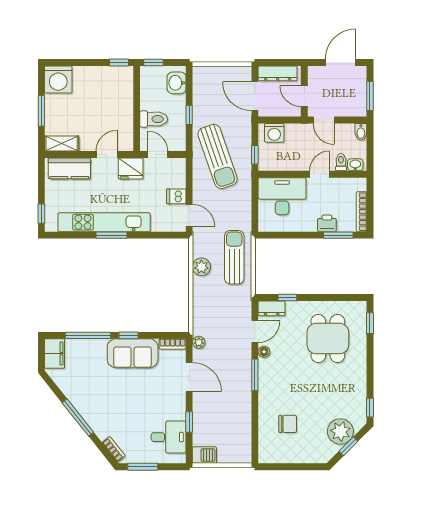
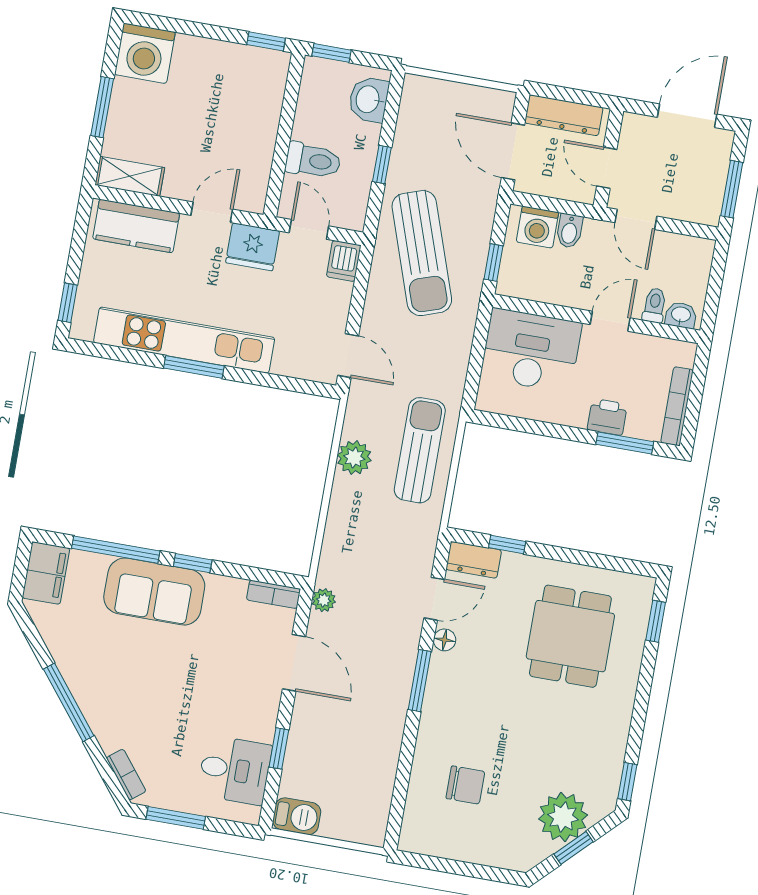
bidet: (361, 132) -> (569, 231), moved
dishwasher: (176, 196) -> (344, 261), moved, turned -90
sofa: (133, 353) -> (154, 592), moved

